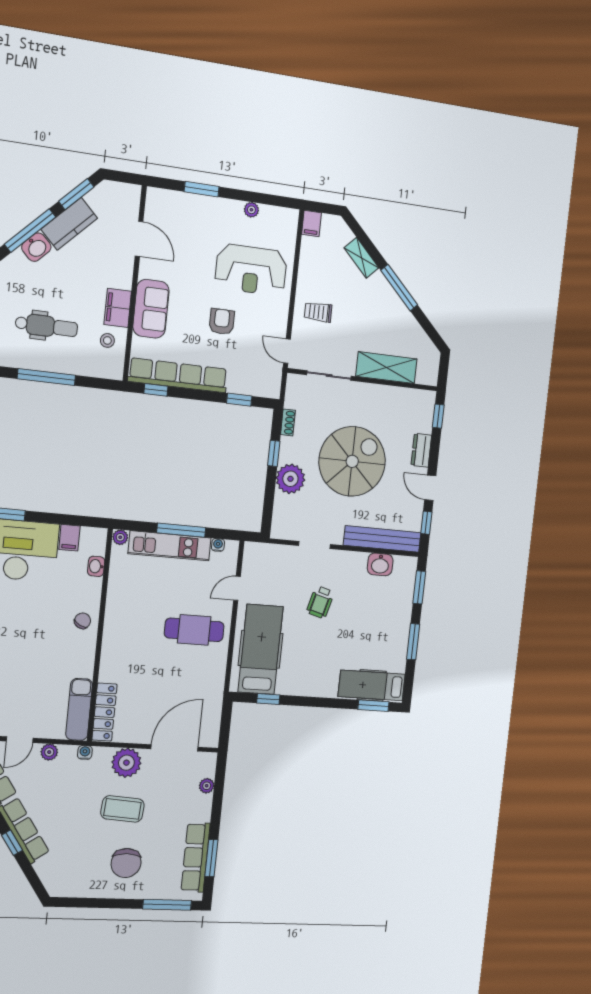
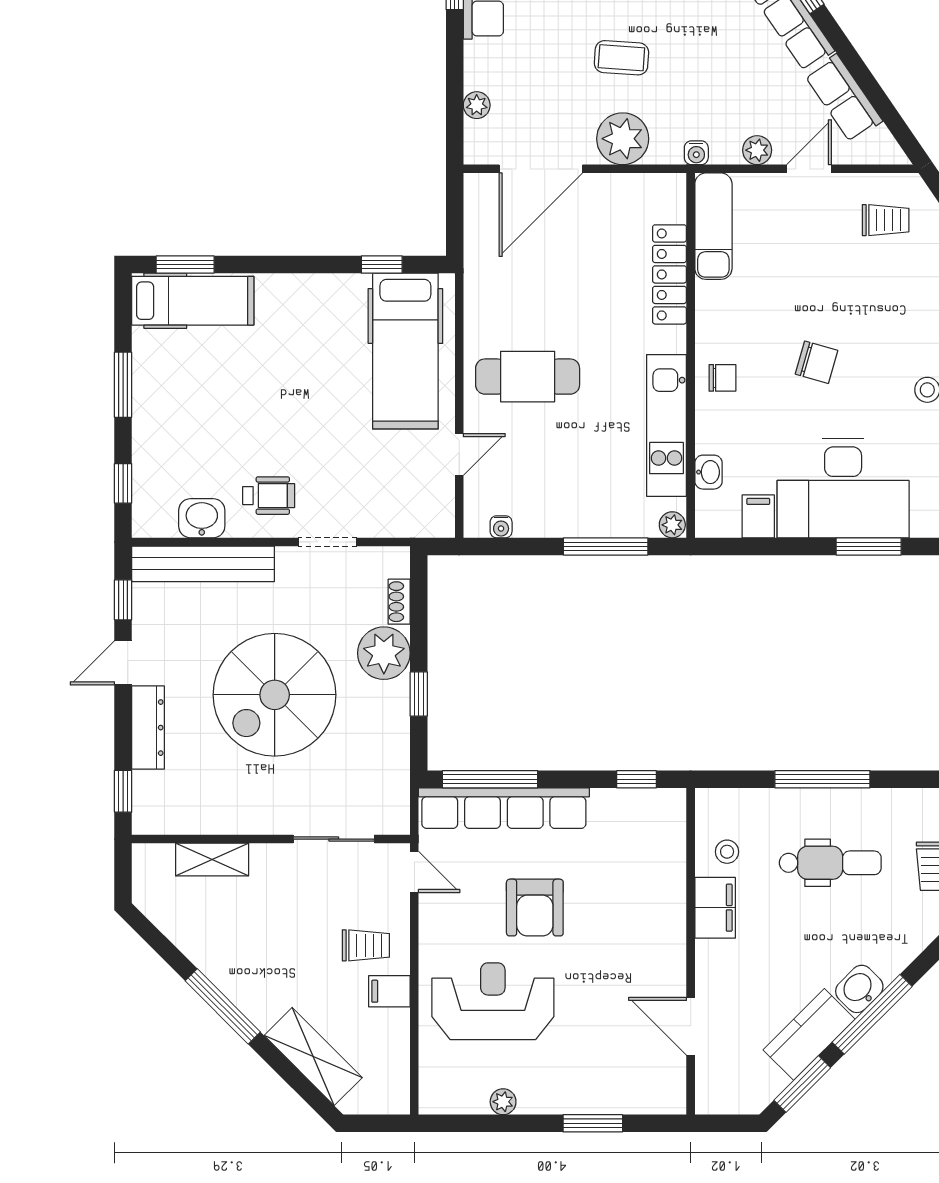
filing cabinet: (312, 224) -> (389, 991), moved, turned -90
shelving: (361, 258) -> (313, 1056), width x1.50, depth x1.33
sofa: (151, 309) -> (659, 914), removed
armchair: (222, 322) -> (535, 908), width x1.38, depth x1.38
dental chair: (47, 326) -> (830, 863), turned 180
shelving: (386, 368) -> (212, 860), width x0.67, depth x0.75
row of seats: (178, 375) -> (504, 808), moved
window: (239, 400) -> (490, 779), width x2.17
shoe rack: (288, 422) -> (399, 602), moved
dresser: (421, 450) -> (148, 728), width x1.44
door: (430, 488) -> (123, 663), swing flipped
window: (181, 530) -> (606, 546), moved
kitchen unit: (170, 546) -> (666, 425), moved, turned -90
window: (419, 587) -> (123, 483), width x0.67
wheelchair: (320, 602) -> (269, 496), moved, turned 75
chair: (83, 621) -> (722, 378), turned -118
chair: (26, 626) -> (816, 362), added
locker: (104, 712) -> (670, 274), moved
coffee table: (122, 809) -> (621, 58), width x0.73, depth x0.77

